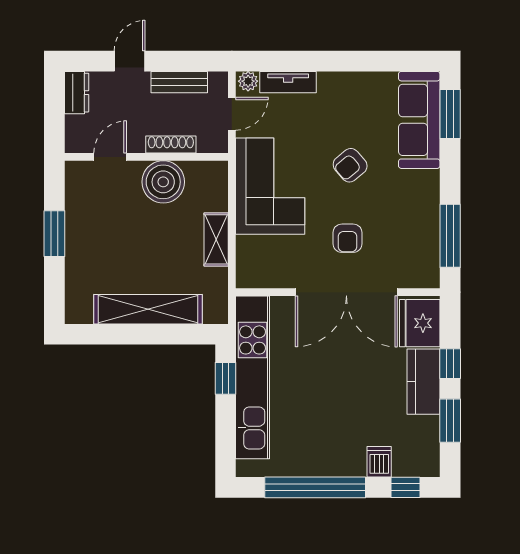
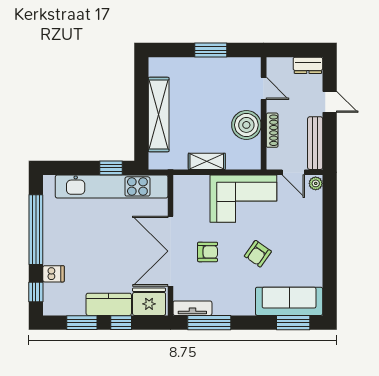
bench: (179, 82) -> (315, 143), width x1.36
tv unit: (288, 82) -> (192, 308), moved, turned 90
armchair: (350, 165) -> (258, 254), turned -105
armchair: (347, 238) -> (208, 252), turned 180

